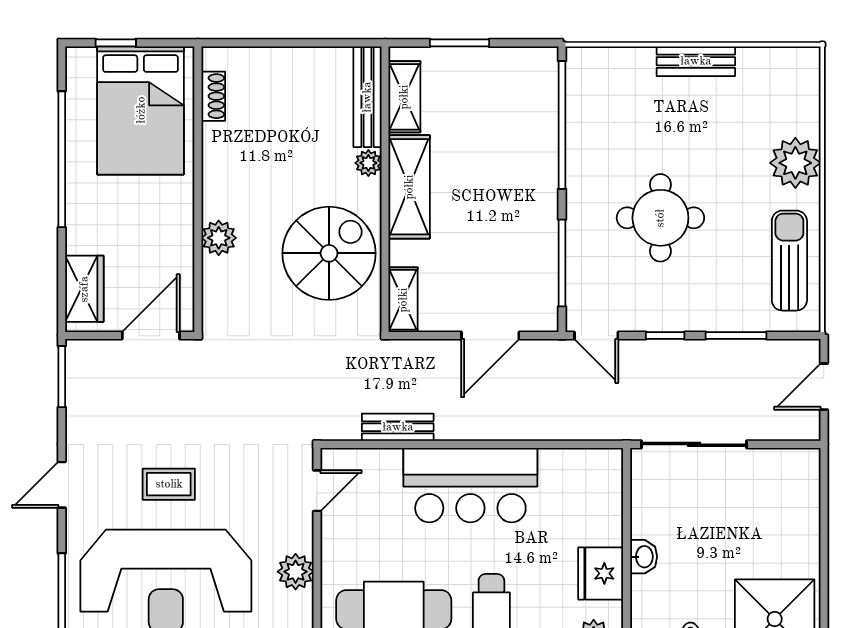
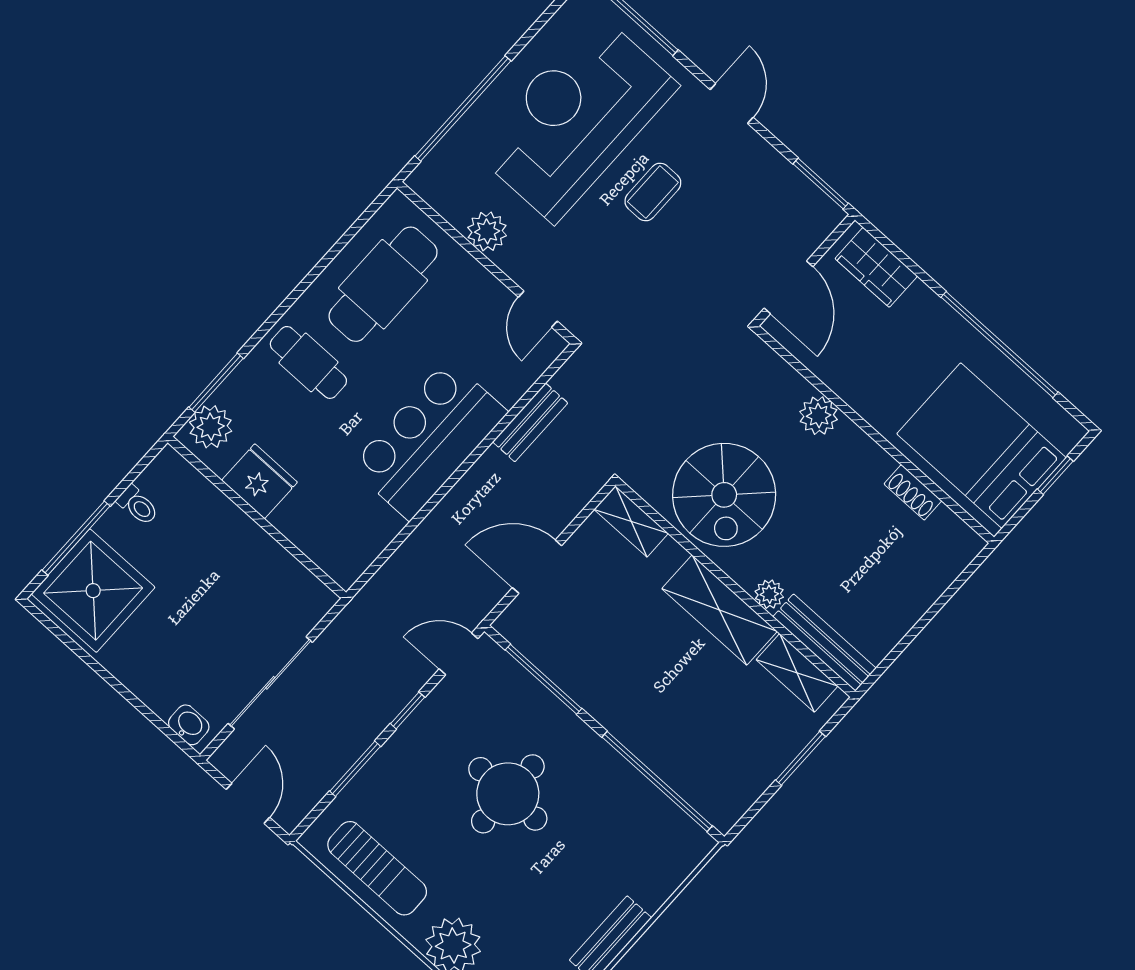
shoe rack: (213, 96) -> (913, 492), moved
door: (490, 336) -> (537, 567), hinge flipped
sliding door: (694, 444) -> (270, 683), moved
washbasin: (644, 557) -> (189, 725), moved, turned 180

